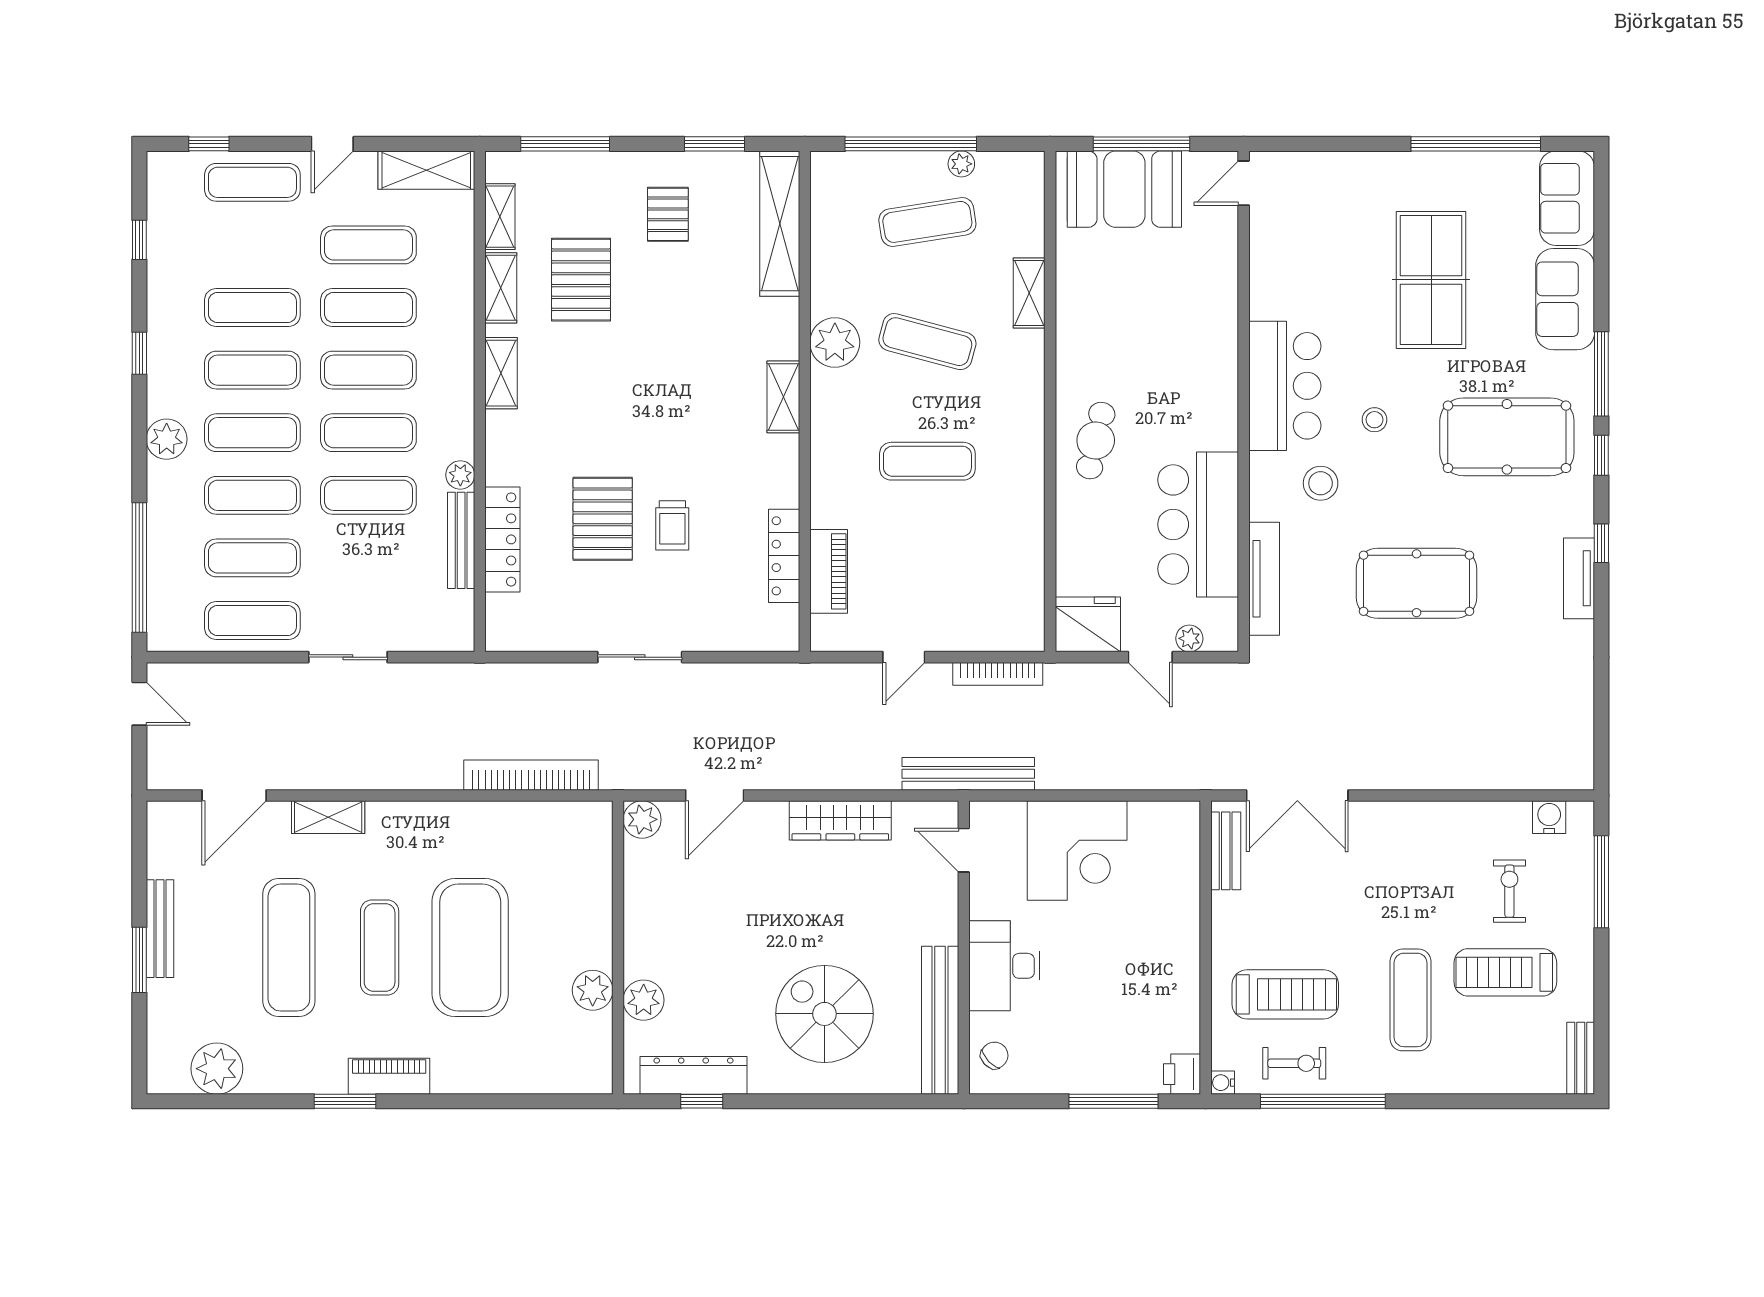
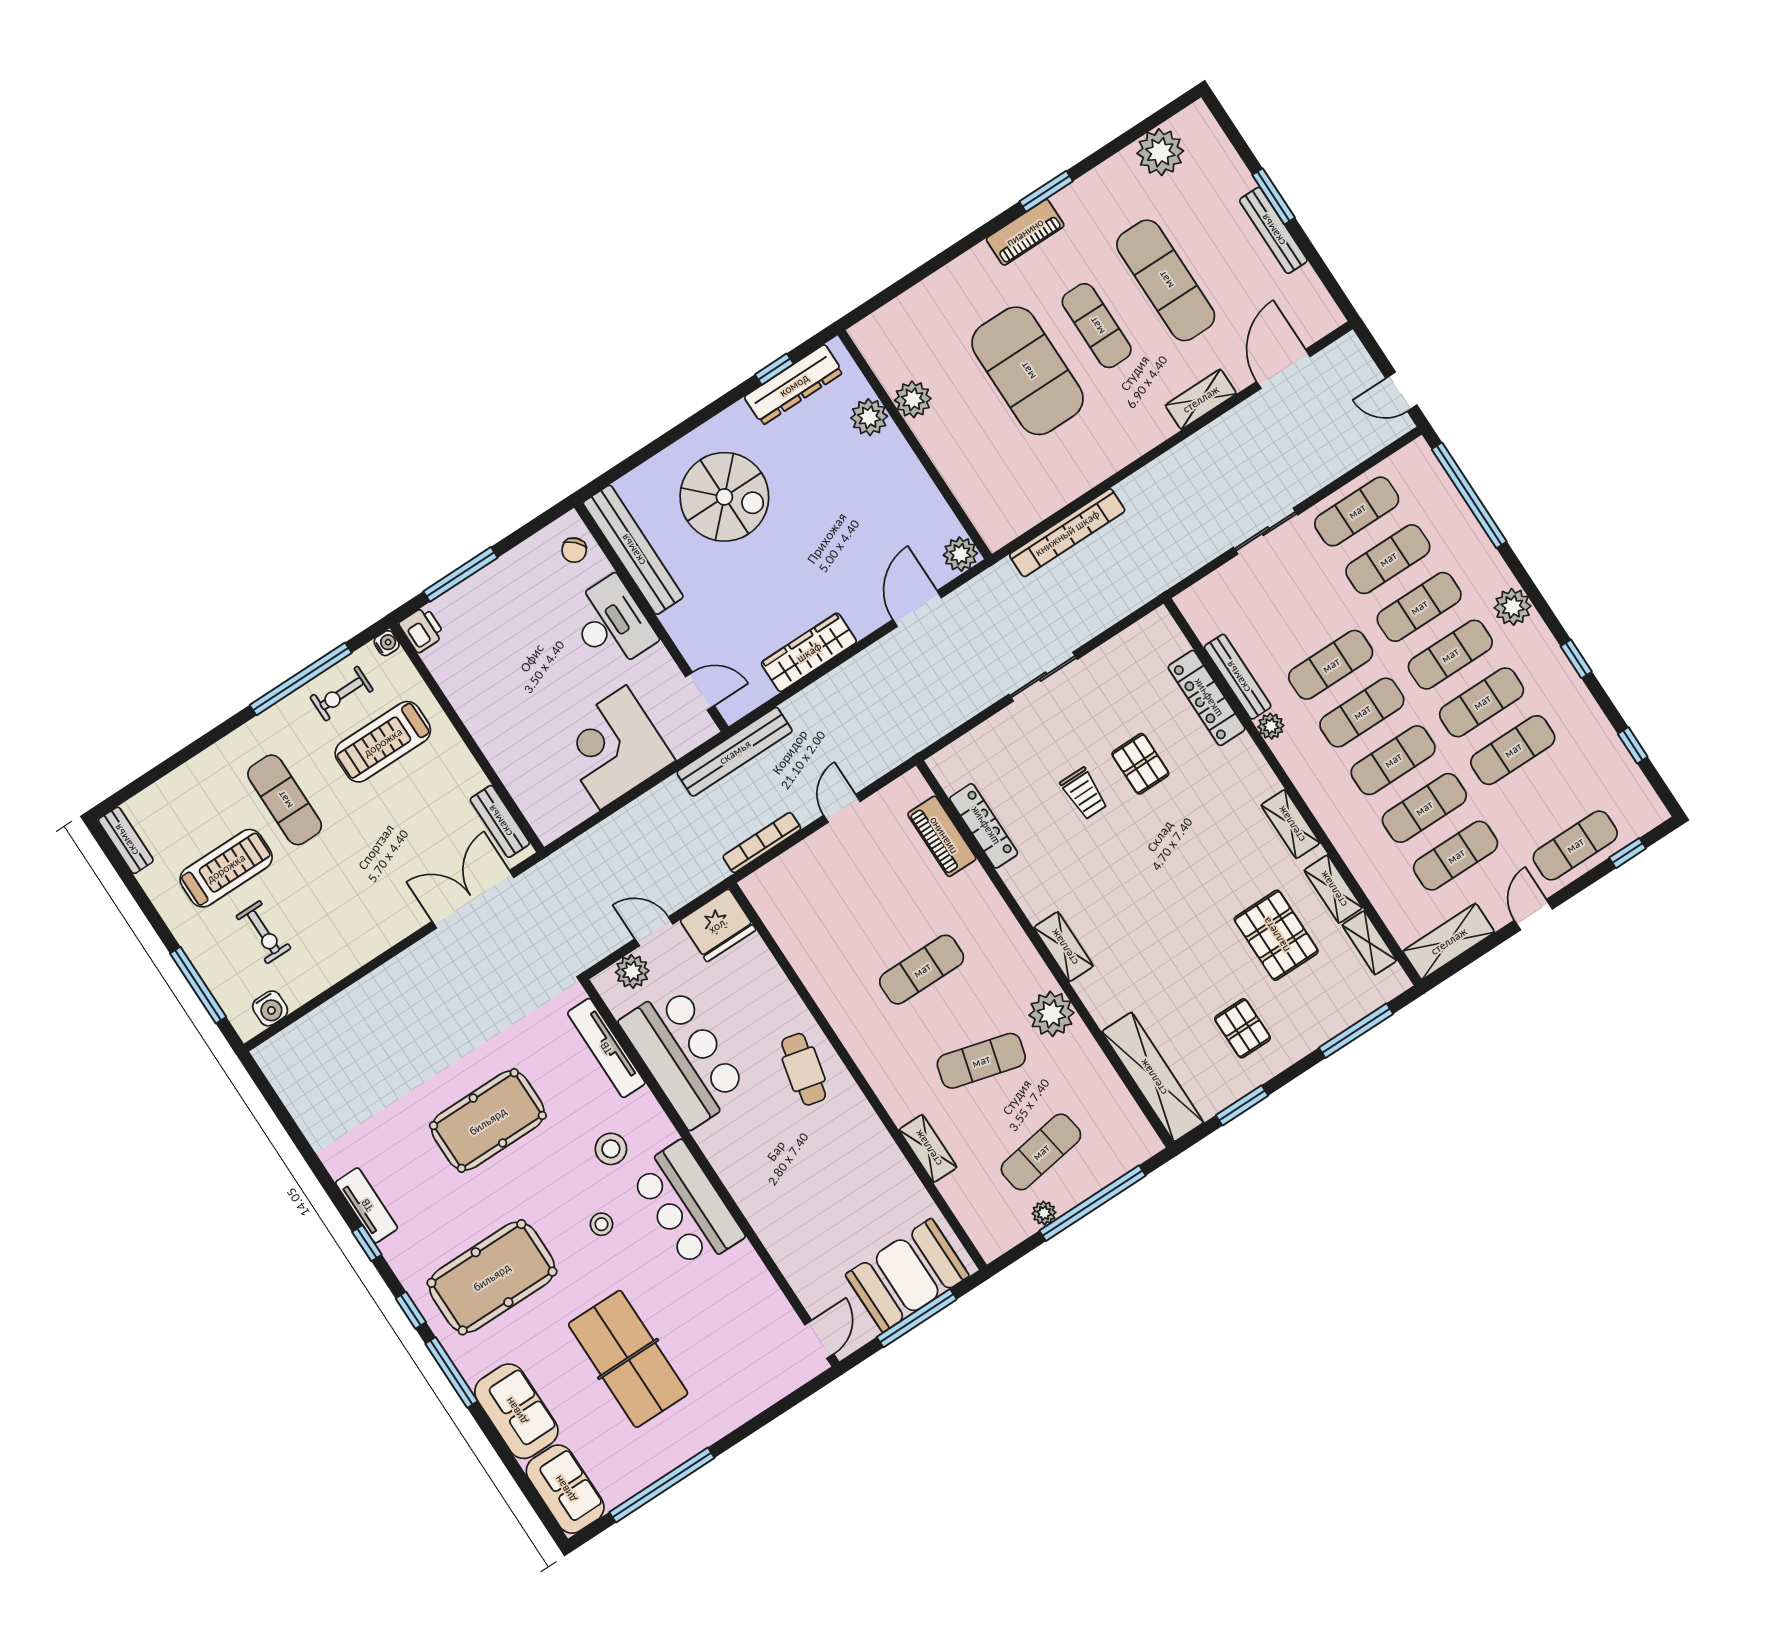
pallet: (603, 519) -> (1140, 764), width x0.67, depth x0.71
trolley: (672, 525) -> (1084, 793), turned 180
plant: (1189, 638) -> (632, 971), width x1.38, depth x1.38

